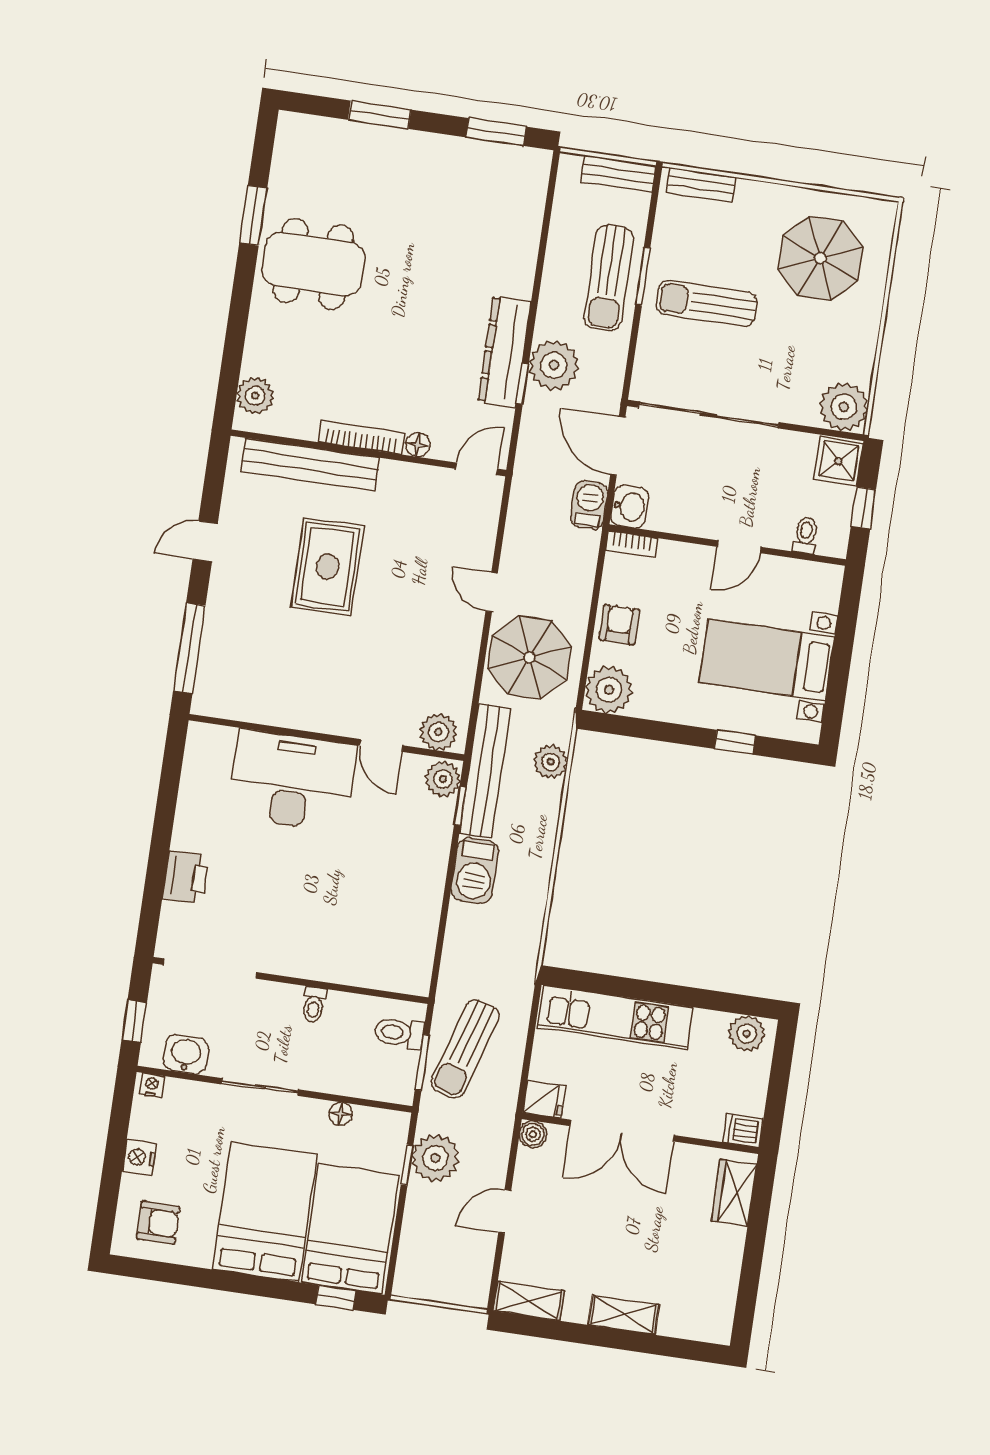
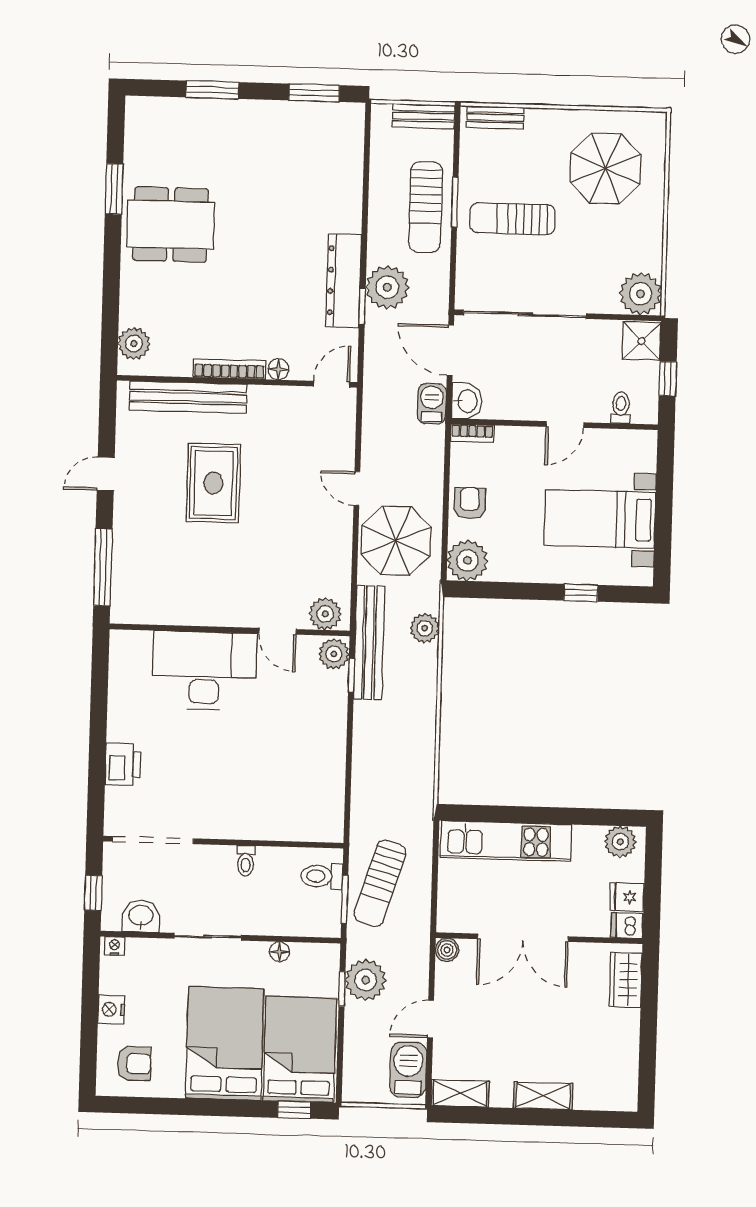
barbecue: (475, 871) -> (408, 1070), moved, turned 180
fridge: (544, 1099) -> (627, 897), moved, turned 180

